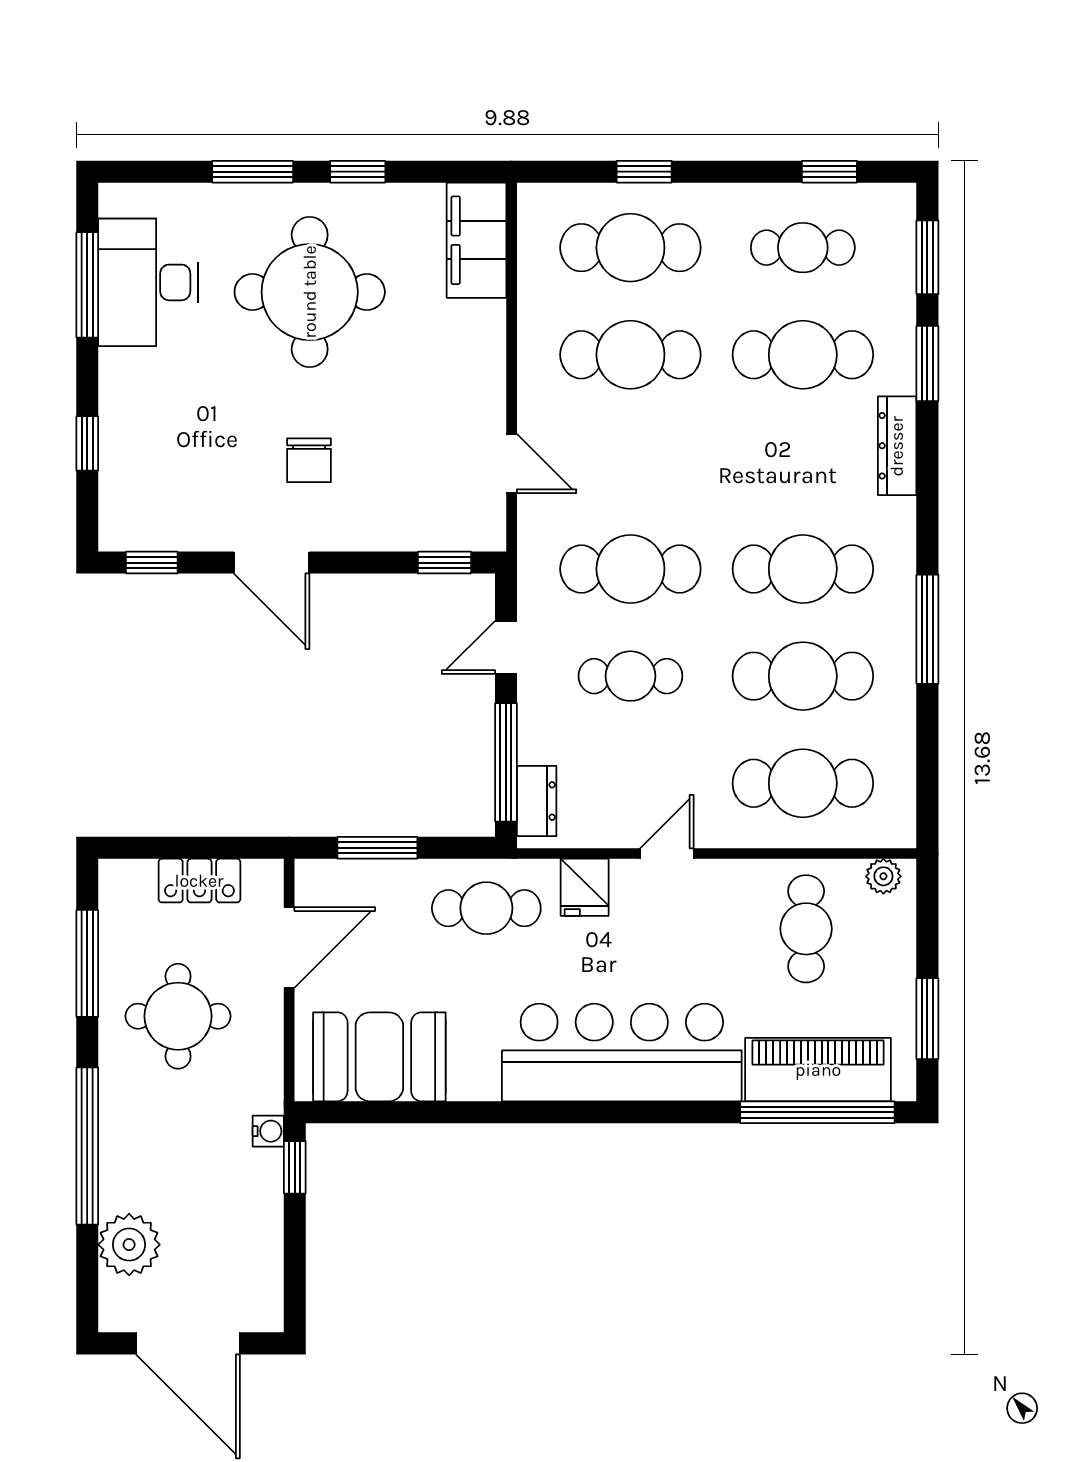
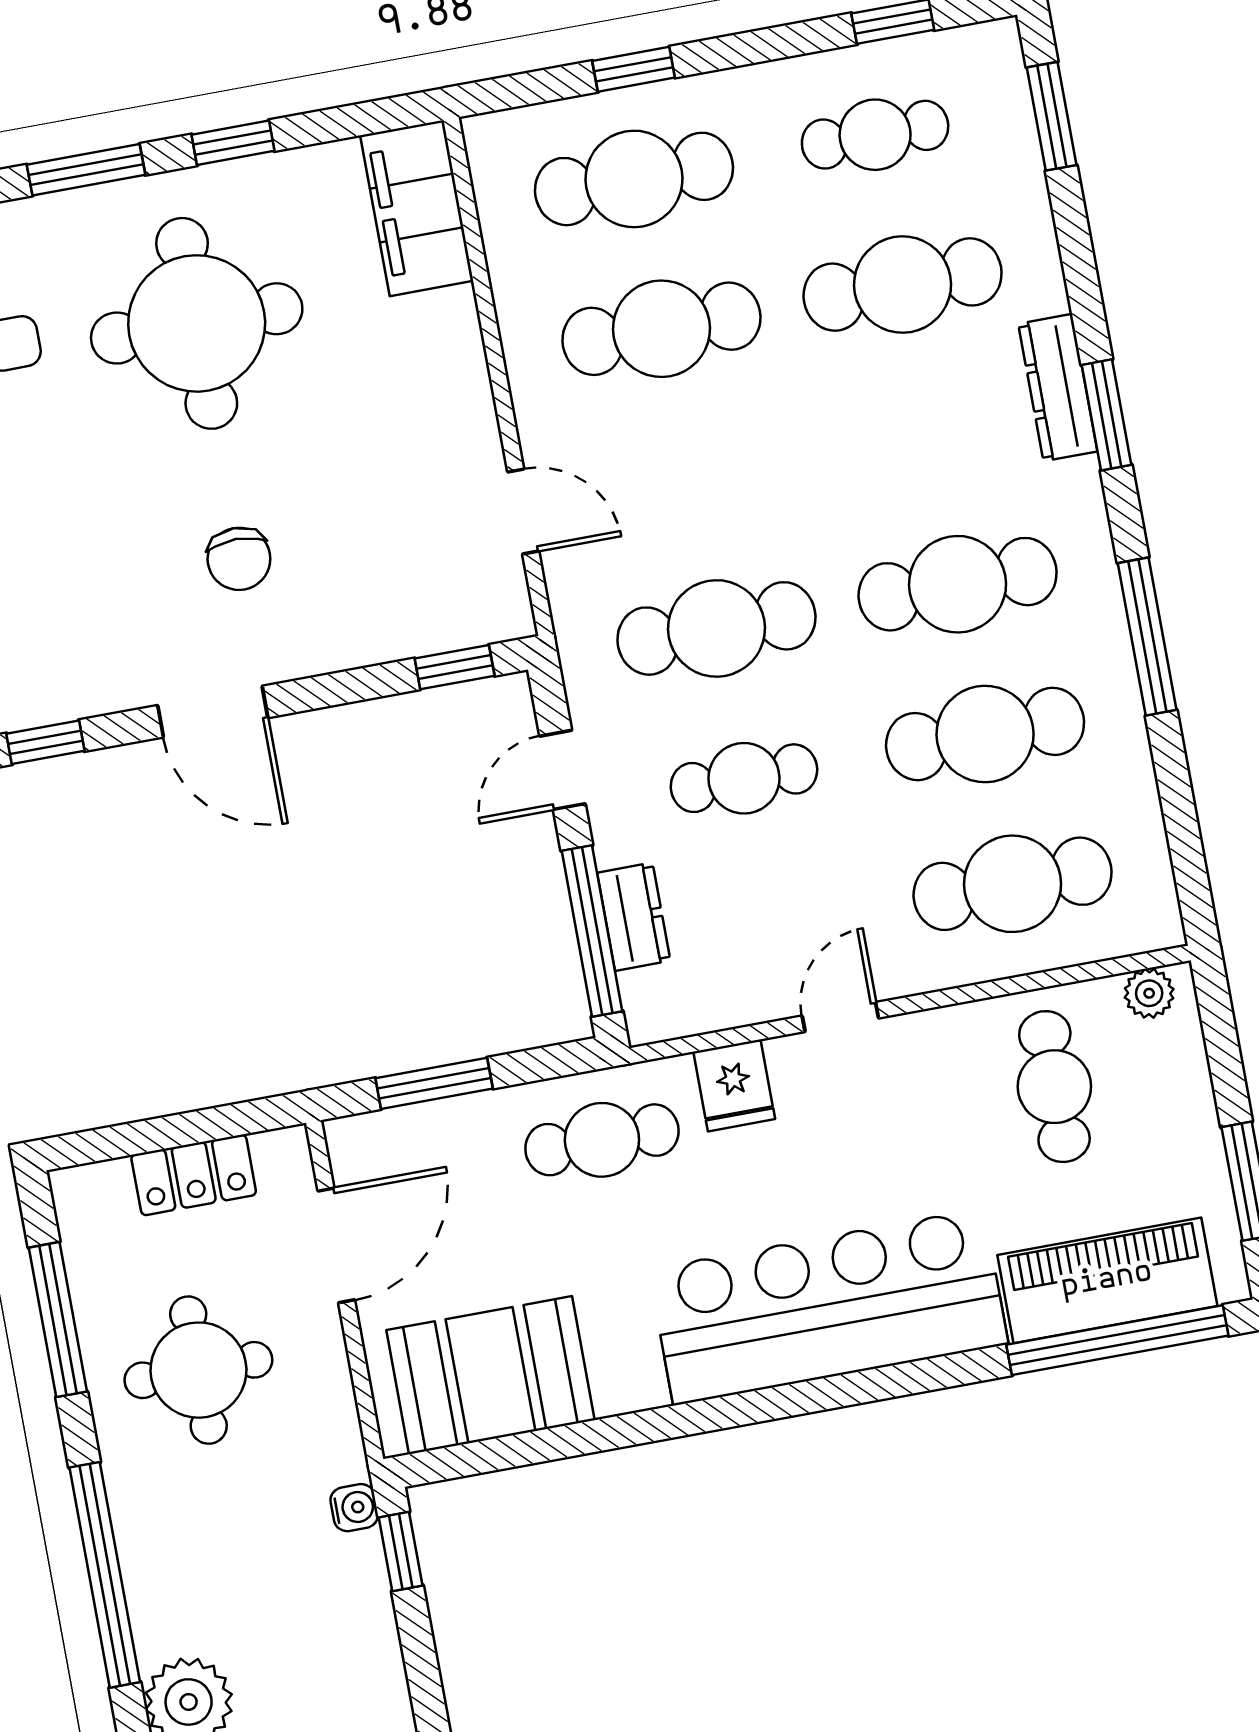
window: (927, 364) -> (1107, 415), moved
dresser: (537, 801) -> (634, 917), moved

